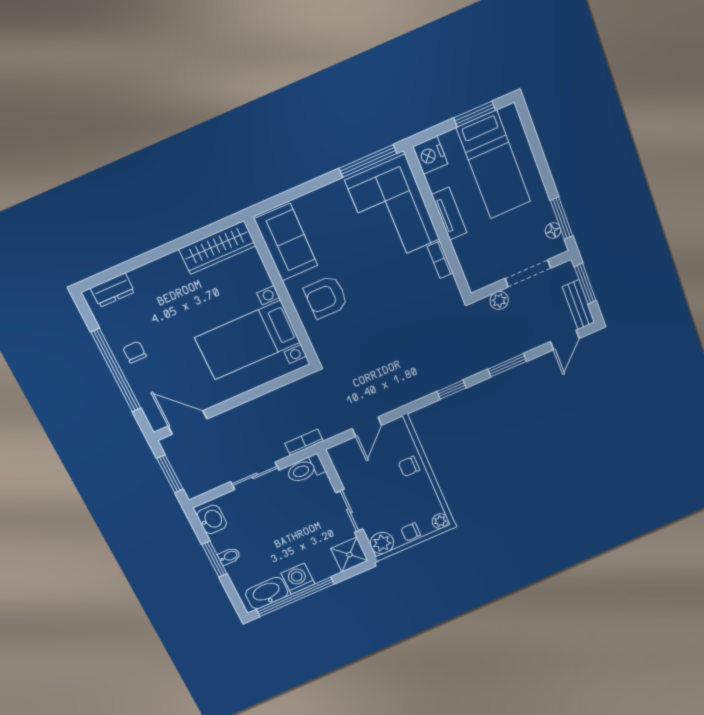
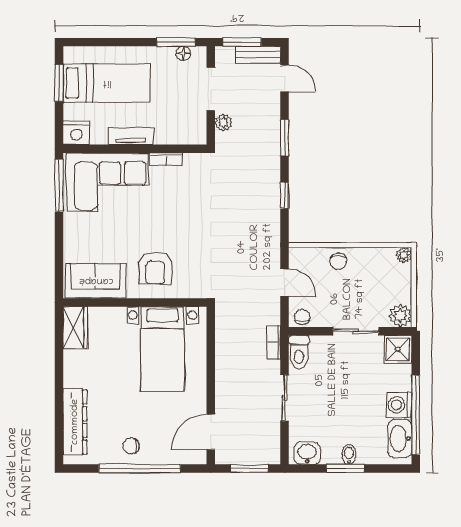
wardrobe: (217, 247) -> (75, 328), width x0.67
dresser: (113, 290) -> (75, 422), width x1.96, depth x1.24
chair: (411, 532) -> (302, 317), moved, turned 180

